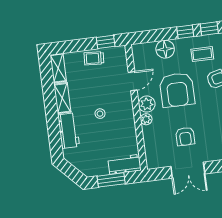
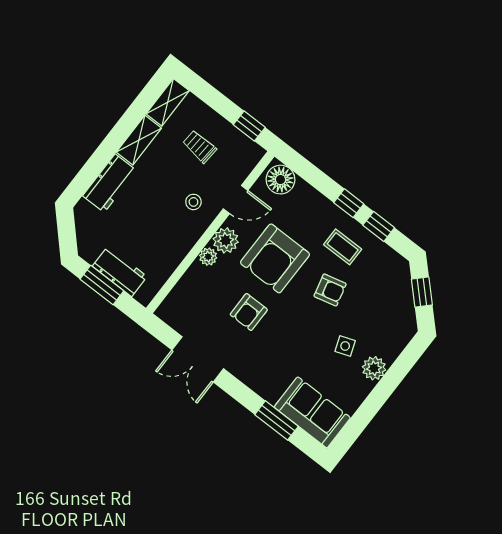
floor lamp: (165, 49) -> (280, 180), moved
trolley: (94, 58) -> (199, 147), moved
stool: (100, 114) -> (193, 202), moved
armchair: (185, 136) -> (249, 312), moved
workbench: (124, 164) -> (120, 271), moved

